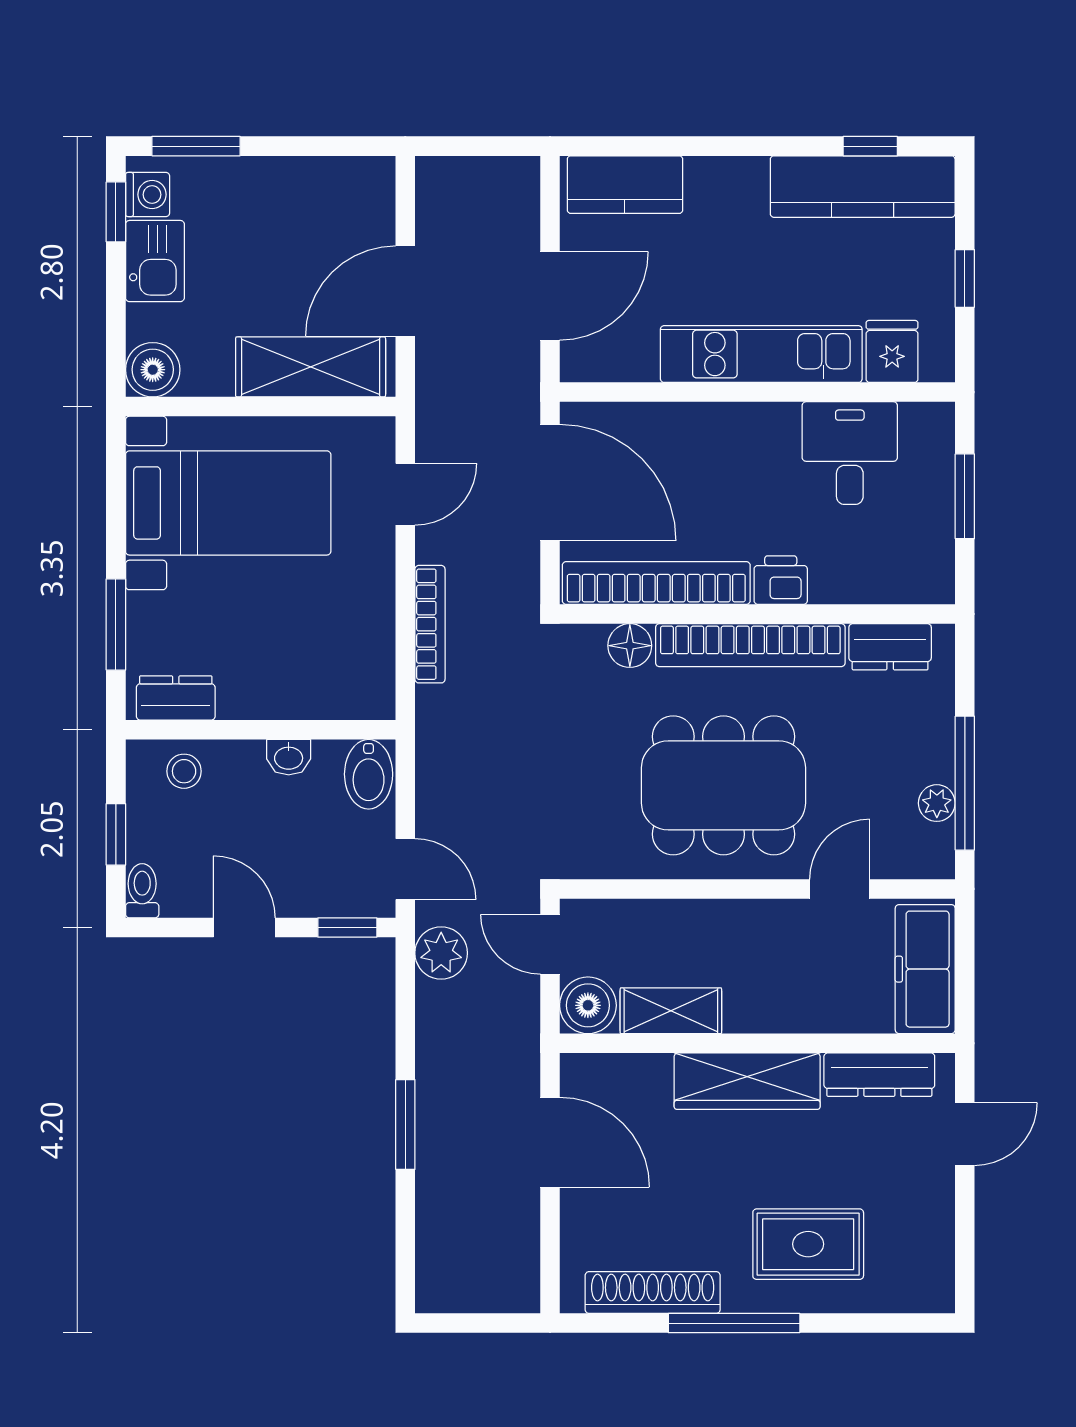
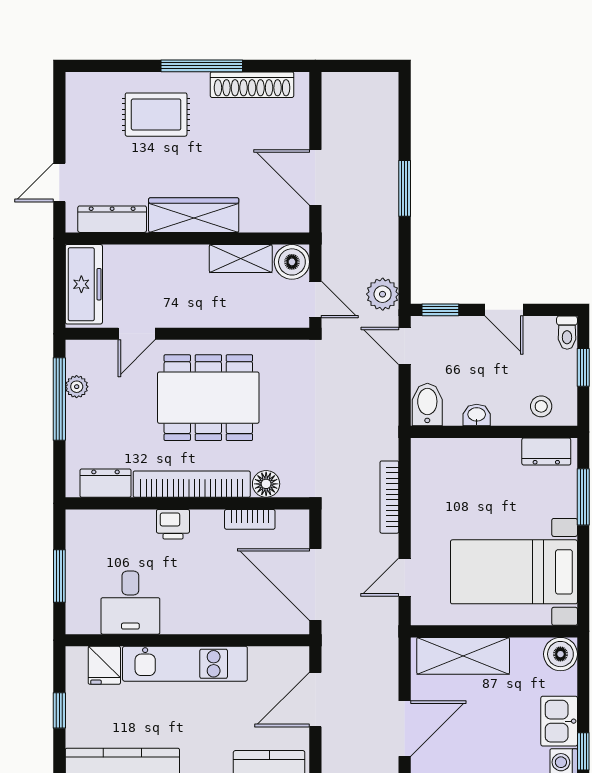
door: (405, 291) -> (405, 729), moved
bookcase: (656, 583) -> (250, 519), width x0.43, depth x0.76

